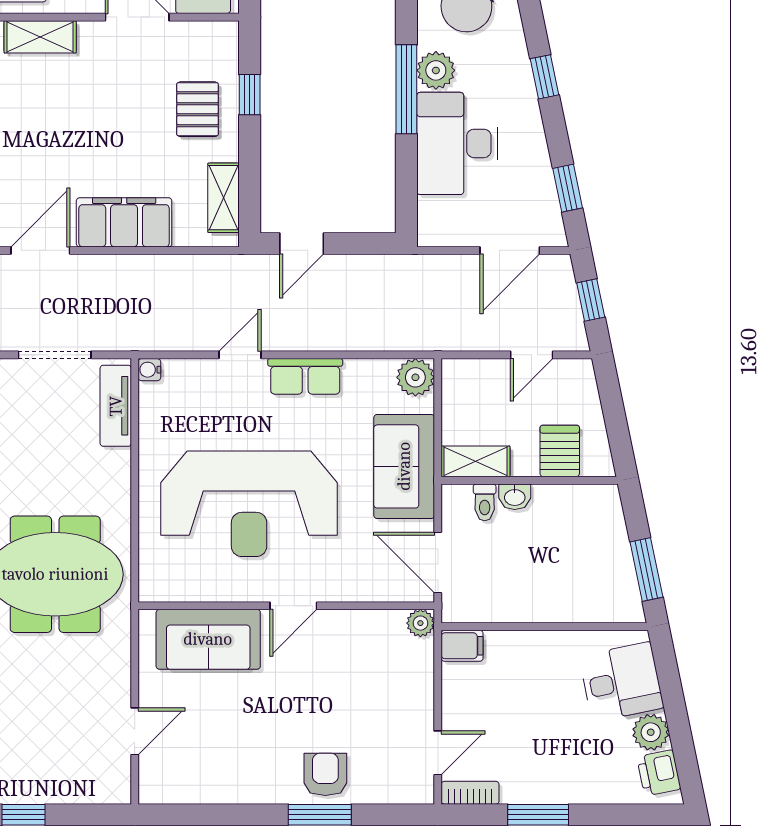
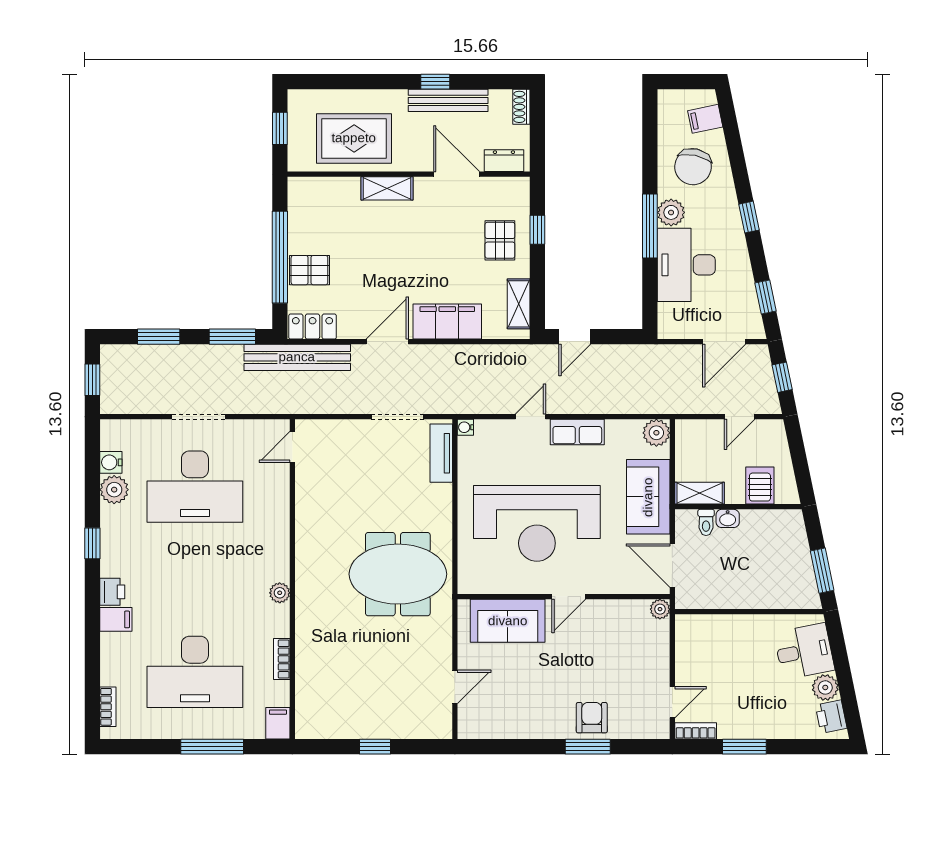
filing cabinet: (462, 646) -> (690, 625), removed

